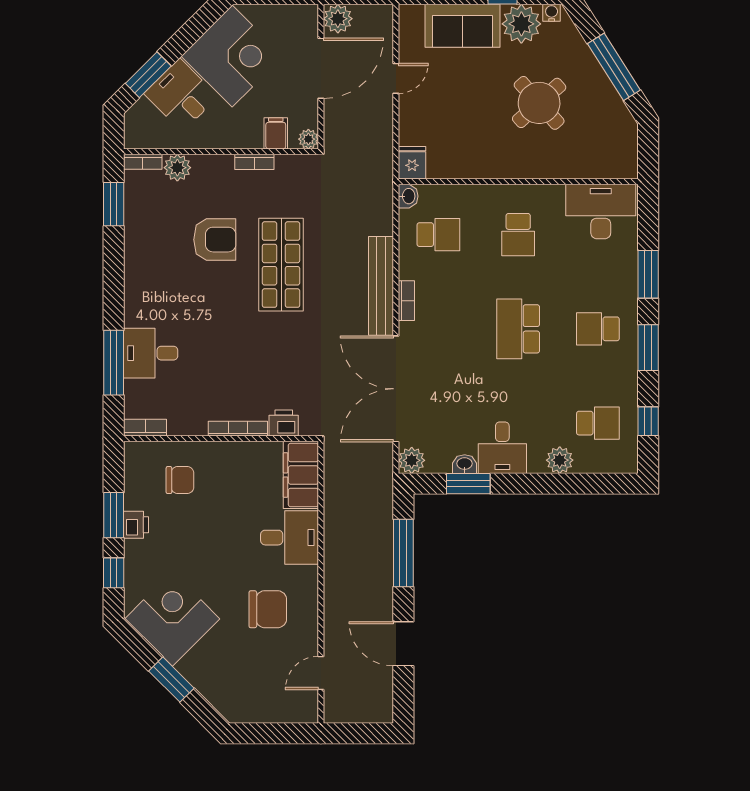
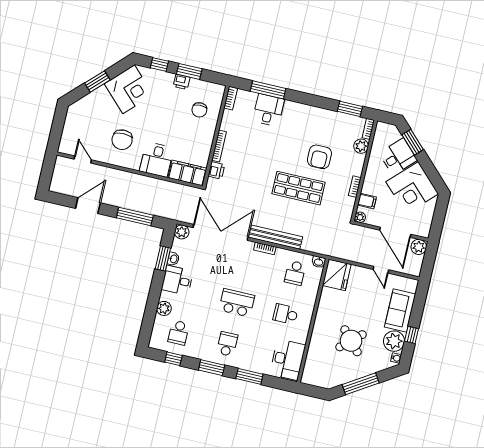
fridge: (412, 163) -> (337, 275), width x1.88, depth x1.34

